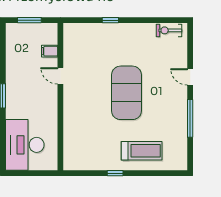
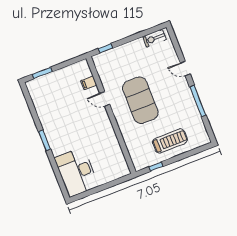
filing cabinet: (50, 51) -> (89, 83), moved
door: (60, 76) -> (105, 99), moved
wall: (60, 97) -> (111, 115), moved

